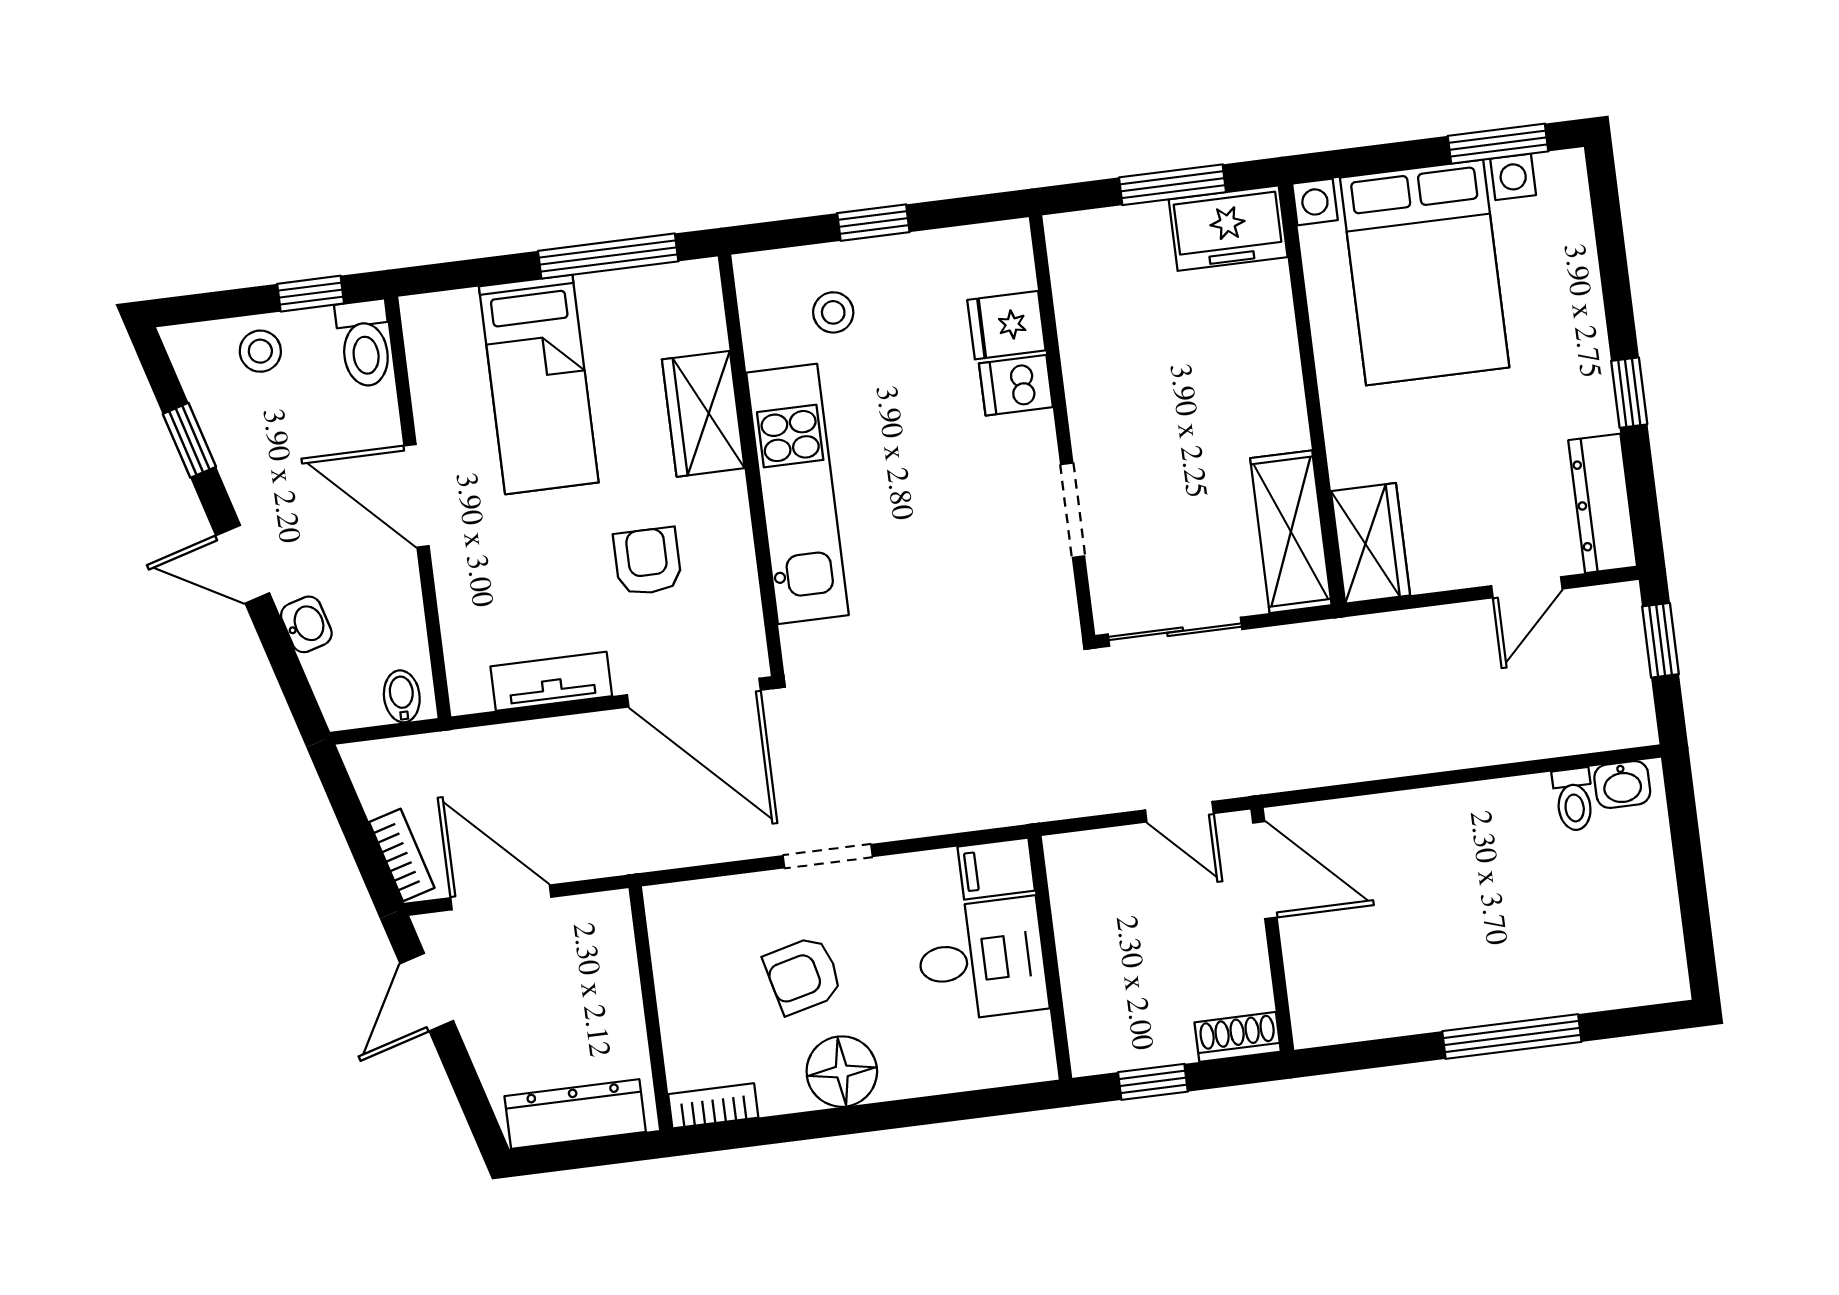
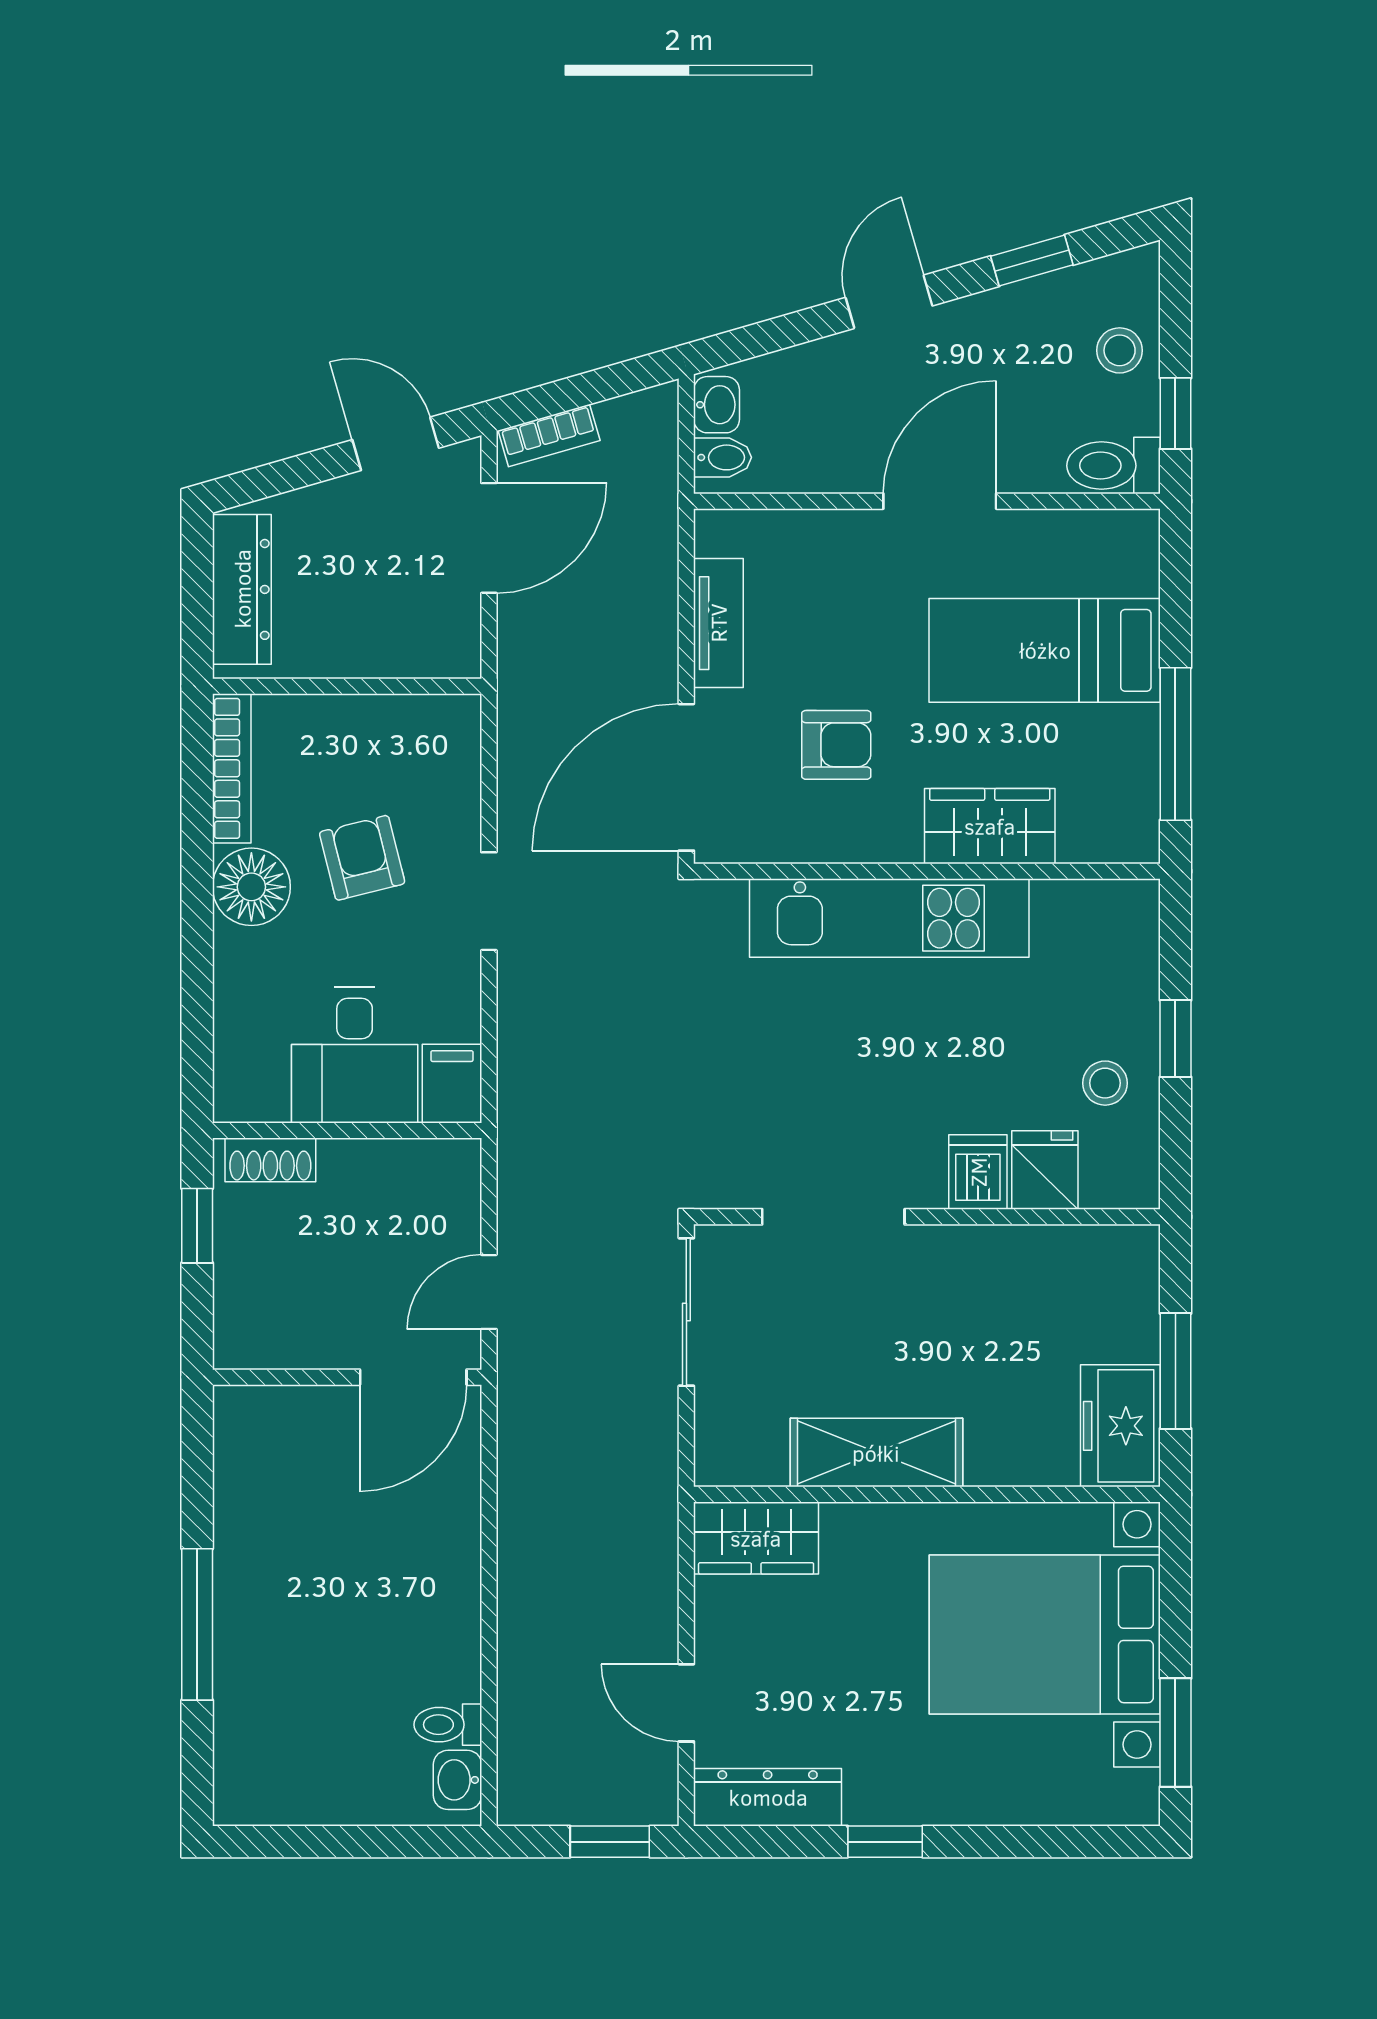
stool: (833, 312) -> (1105, 1083), moved
doorway: (1073, 510) -> (833, 1217), width x1.38
shelving: (1291, 532) -> (876, 1453), moved
washbasin: (306, 624) -> (717, 405), moved, turned -74
shoe rack: (1238, 1037) -> (270, 1160), moved, turned 90
bookcase: (713, 1106) -> (232, 768), width x1.56

